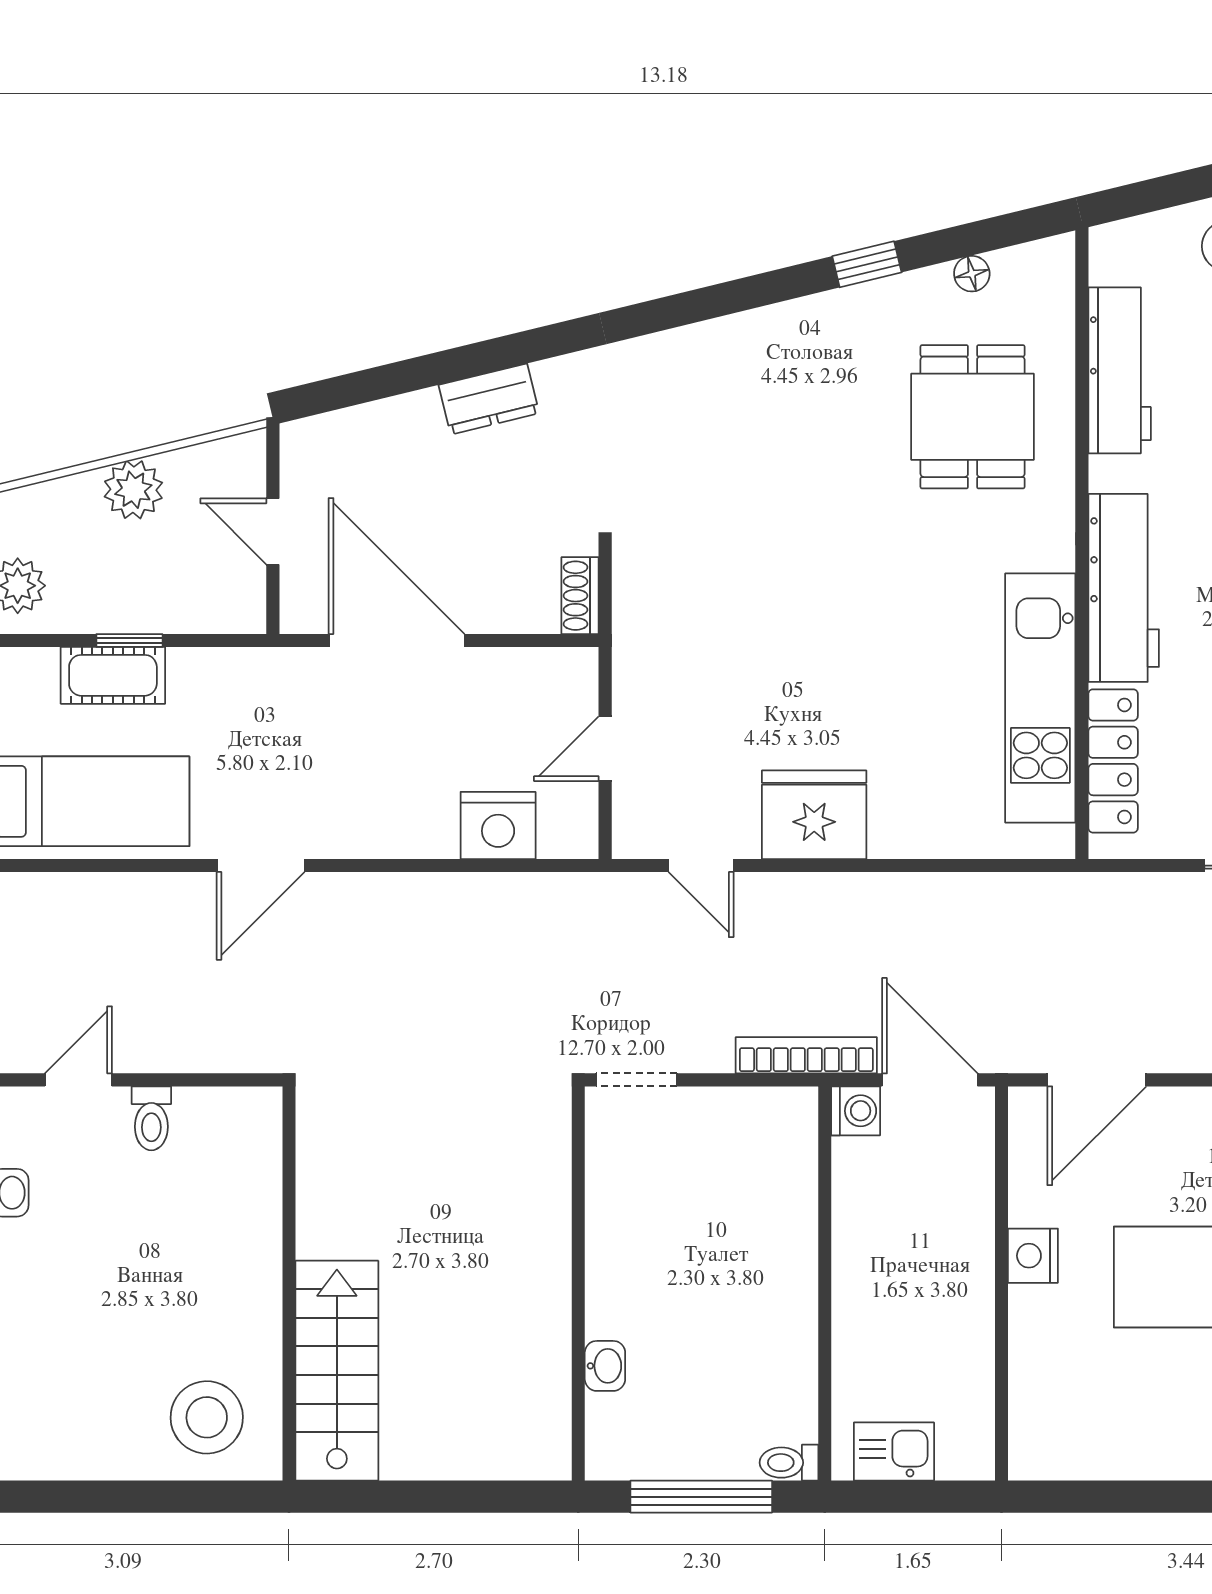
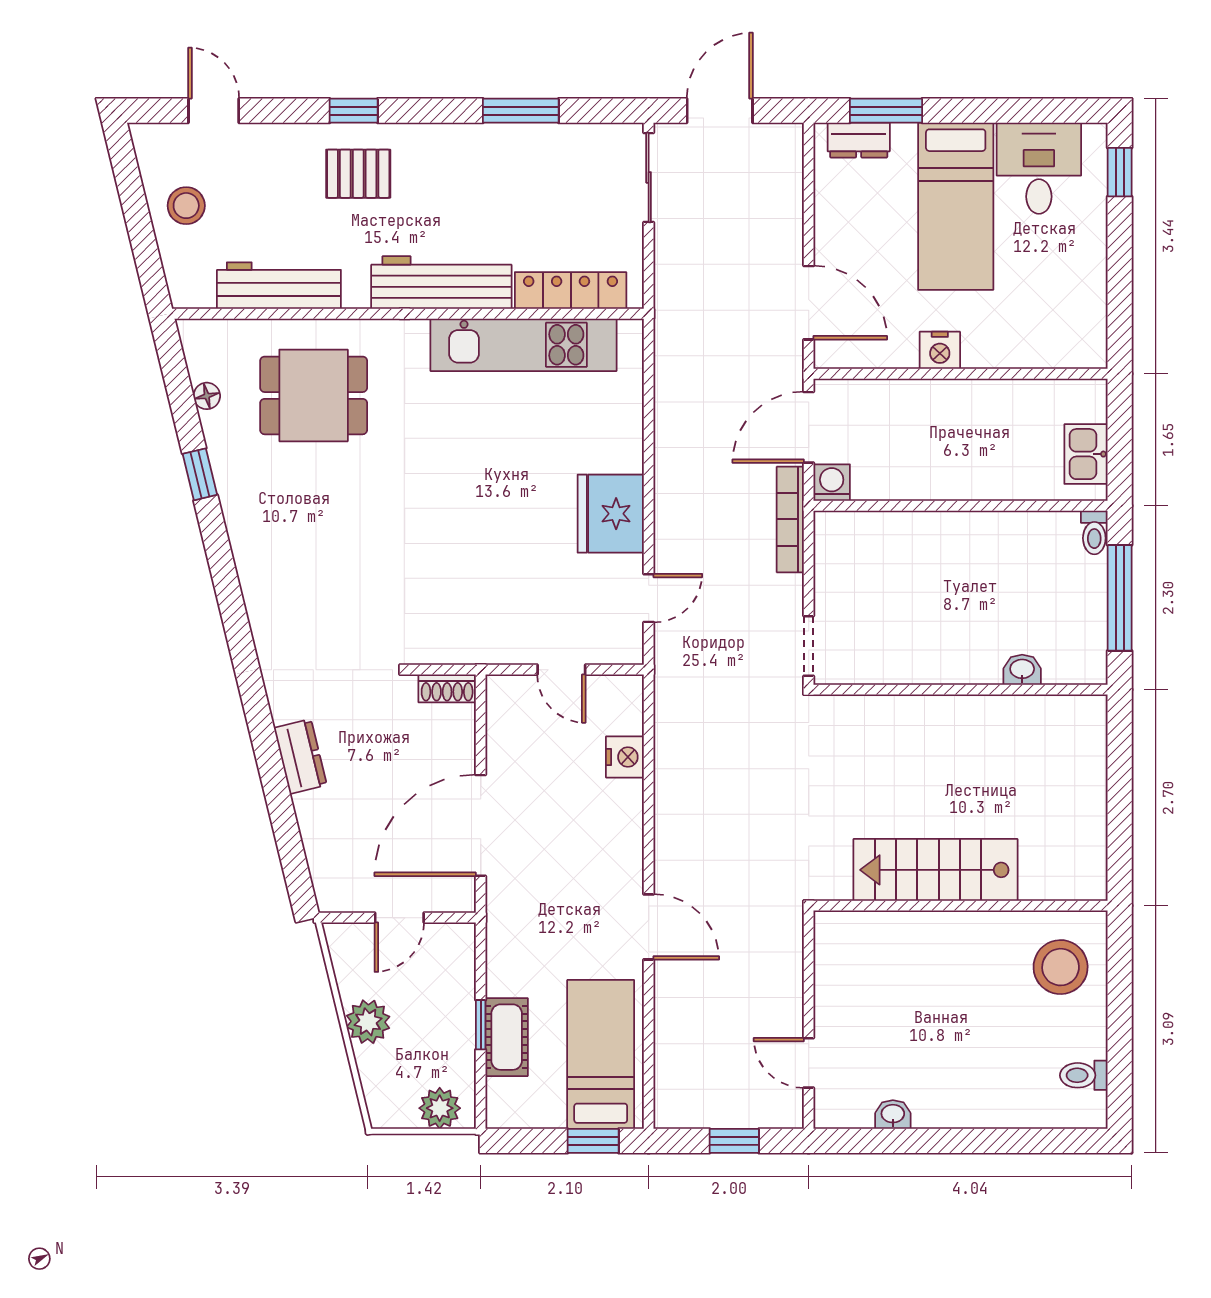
nightstand: (498, 825) -> (625, 757), width x0.74, depth x0.75
toilet: (151, 1118) -> (1084, 1075), moved, turned 180
stairs: (337, 1371) -> (935, 870), moved

